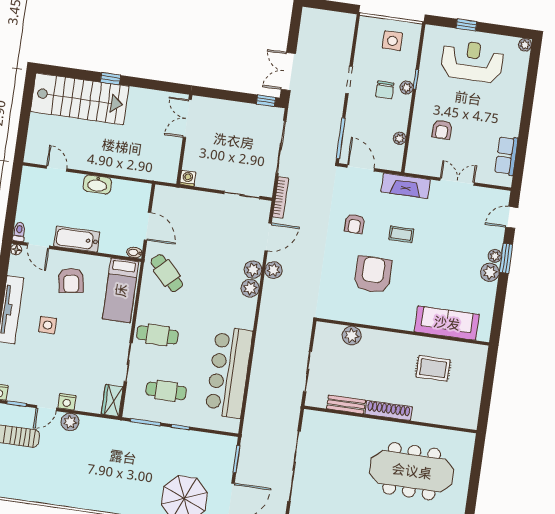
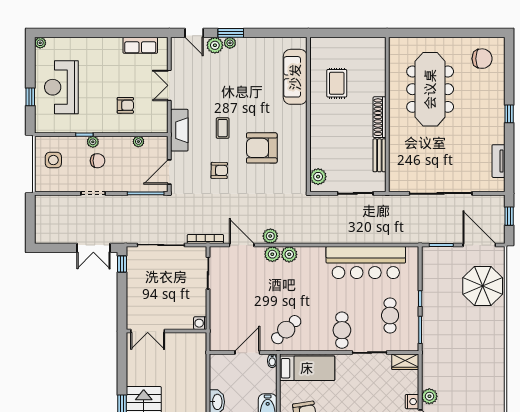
plant: (490, 272) -> (215, 45), moved
plant: (352, 336) -> (318, 177), moved

